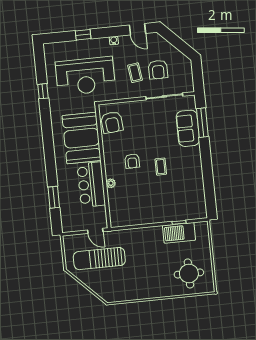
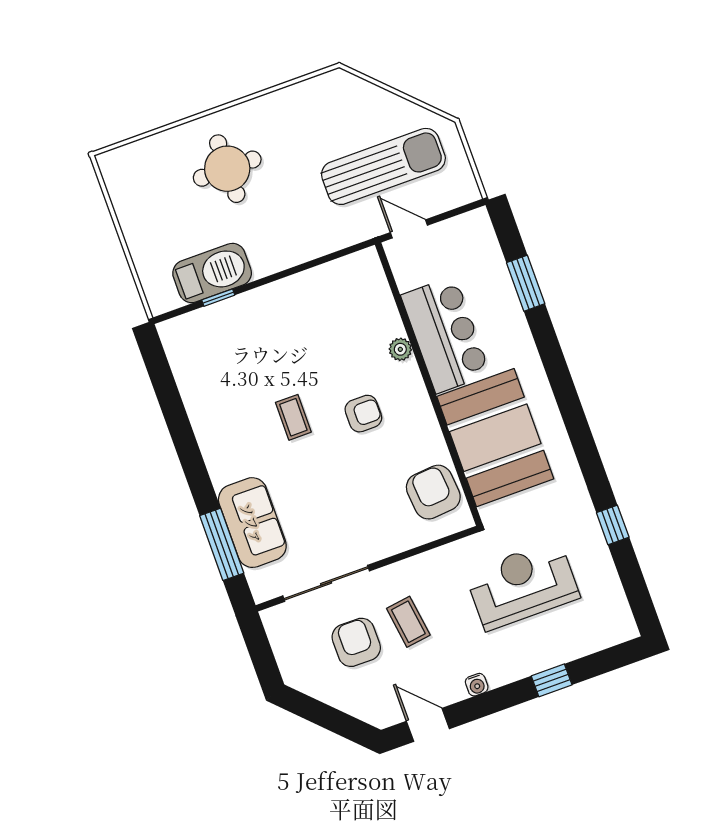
reception desk: (85, 76) -> (522, 585), width x0.74, depth x0.77
armchair: (132, 161) -> (363, 414), turned 90
round table: (189, 273) -> (227, 169), moved

